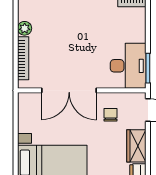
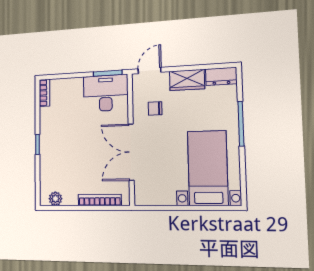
plant: (25, 28) -> (55, 199), moved
double door: (69, 90) -> (131, 152), swing flipped

